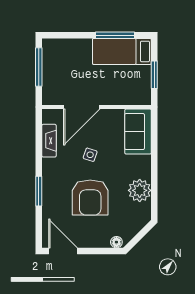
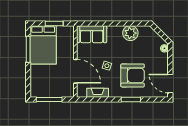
bed: (122, 51) -> (43, 45), width x1.50
armchair: (90, 198) -> (133, 75), moved
door: (63, 251) -> (170, 83), hinge flipped

